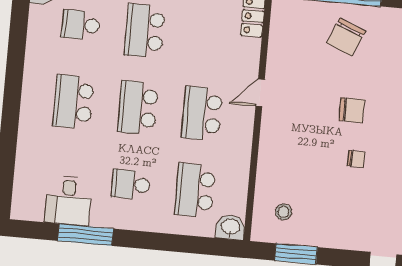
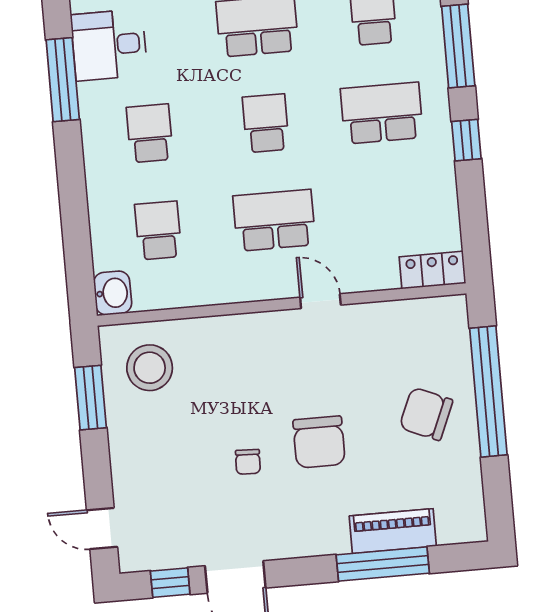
school desk: (138, 108) -> (266, 123), width x0.54
chair: (352, 110) -> (319, 442), width x1.37, depth x1.37
school desk: (195, 190) -> (158, 230), width x0.54
stool: (283, 212) -> (150, 368), width x1.89, depth x1.89

